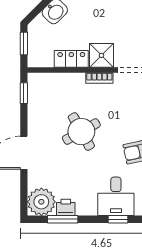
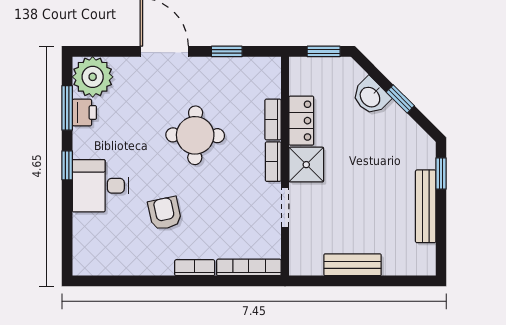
bookcase: (71, 78) -> (273, 119), added
window: (24, 93) -> (227, 51), moved
round table: (81, 132) -> (195, 135), turned 30
window: (118, 219) -> (67, 165), moved

